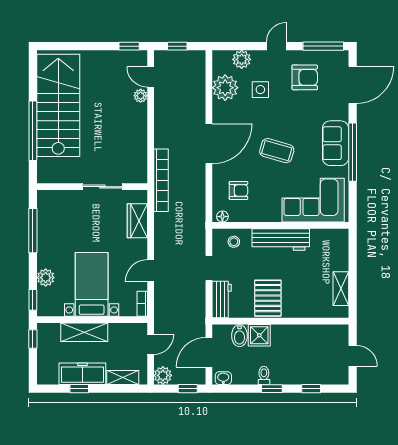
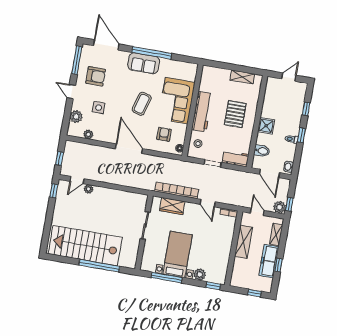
armchair: (305, 77) -> (96, 76), turned 90
plant: (225, 88) -> (88, 134), width x0.53, depth x0.53
bookcase: (161, 180) -> (177, 190), moved
corner sofa: (313, 200) -> (177, 101), moved
bed with nightstands: (92, 284) -> (177, 254), moved, turned 90
pallet: (268, 298) -> (235, 114), moved, turned 90
shelving: (84, 332) -> (243, 242), moved
shower: (259, 335) -> (266, 126), moved
window: (33, 339) -> (254, 293), moved
window: (188, 389) -> (289, 204), moved

